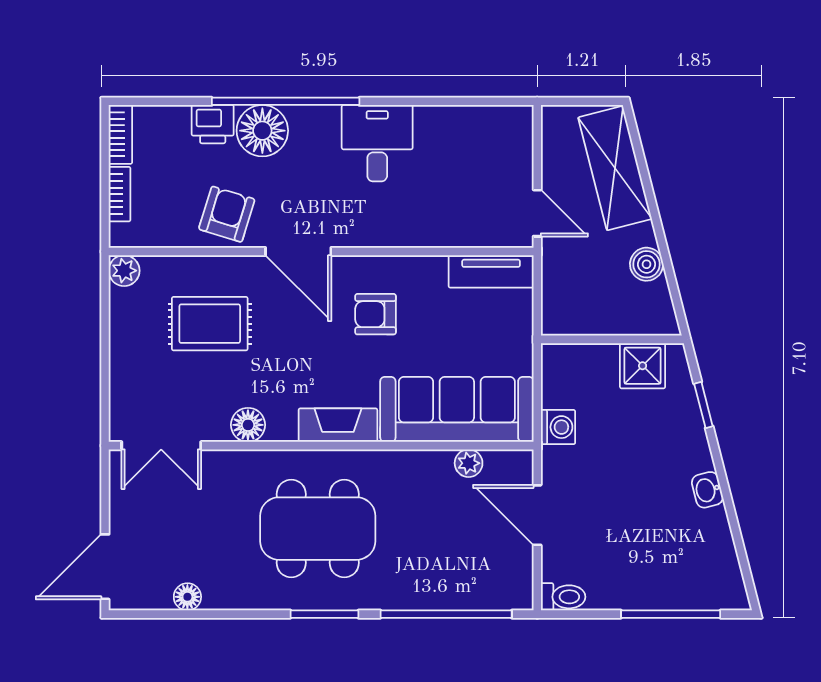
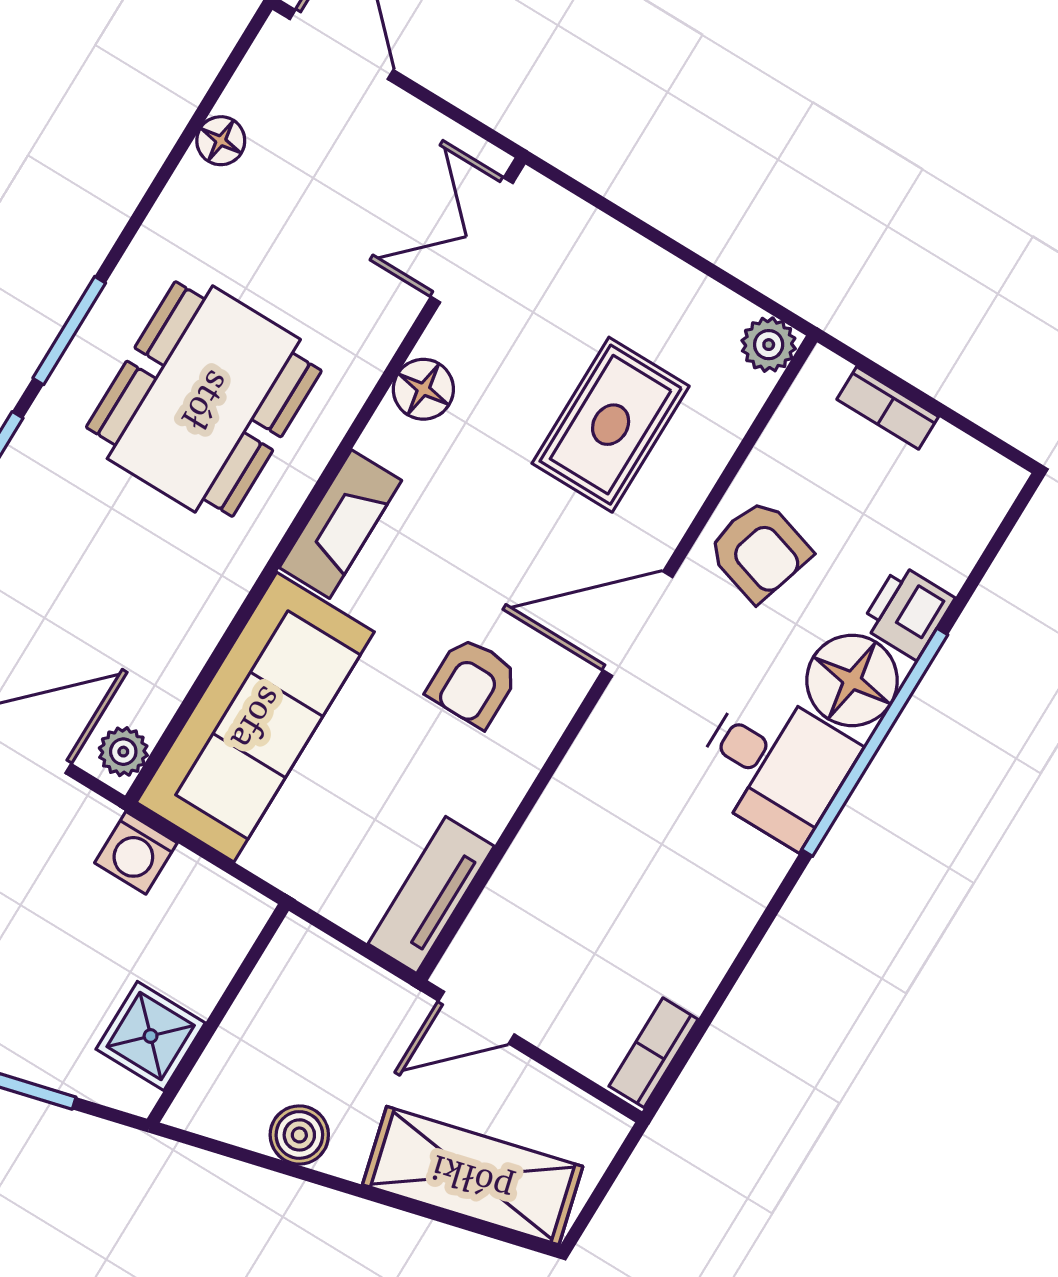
bookcase: (120, 134) -> (654, 1053), moved, turned 90
desk: (377, 143) -> (775, 765), moved
armchair: (376, 314) -> (473, 682), turned 180
plant: (469, 463) -> (123, 752), moved

